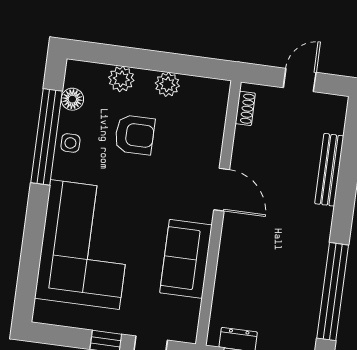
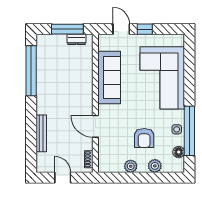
door: (300, 80) -> (63, 178), swing flipped
armchair: (135, 135) -> (144, 138), turned -90
door: (222, 190) -> (95, 126), moved
sofa: (186, 259) -> (109, 77), width x1.36

